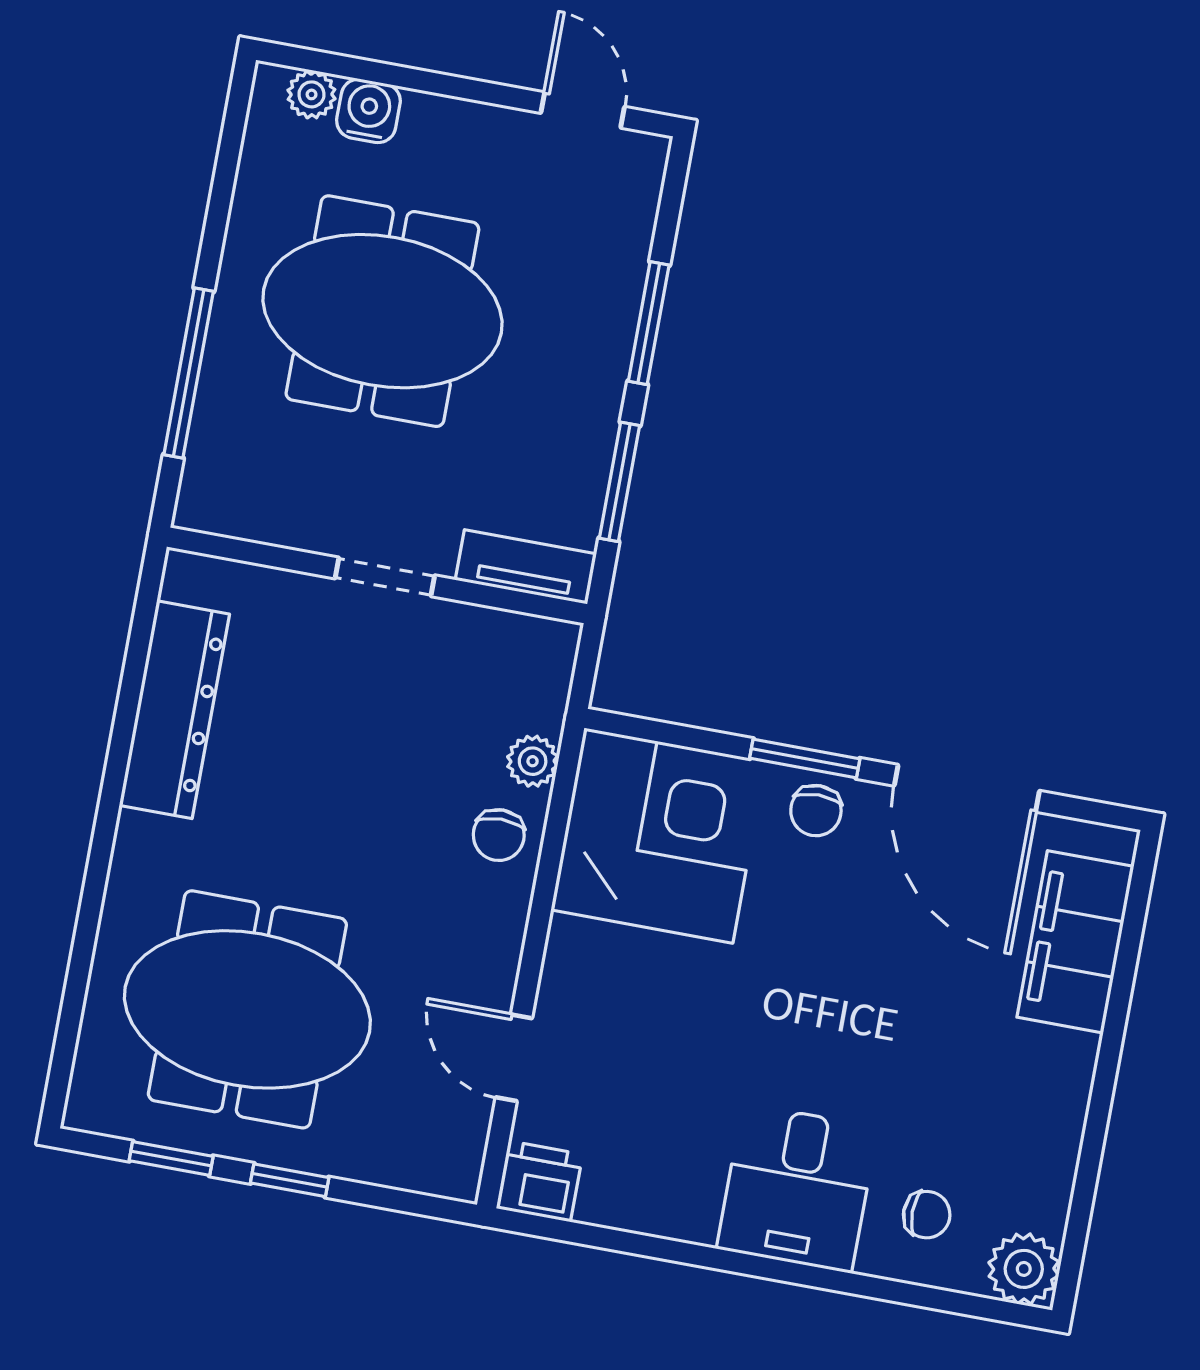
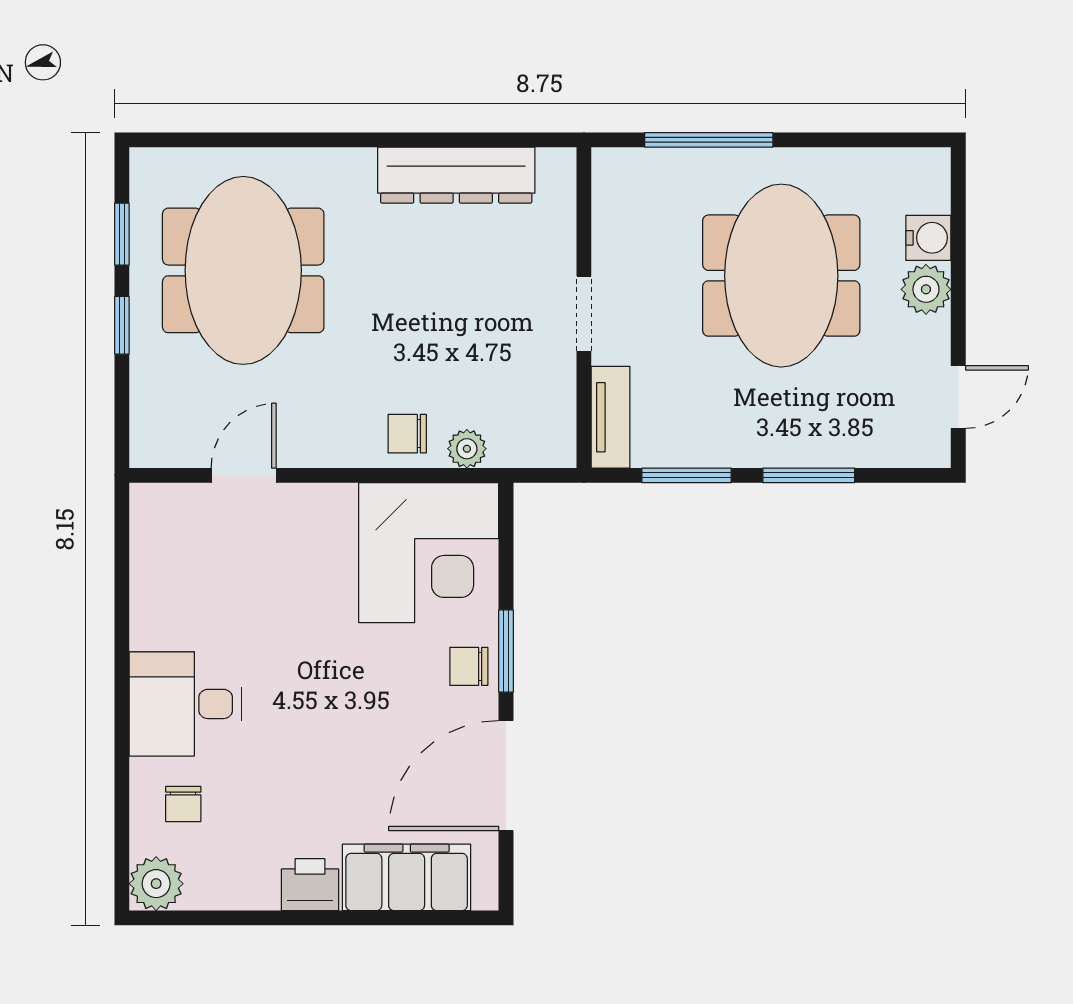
plant: (311, 94) -> (926, 289), moved, width x1.38, depth x1.38
printer: (539, 1181) -> (310, 885), moved, turned -90

